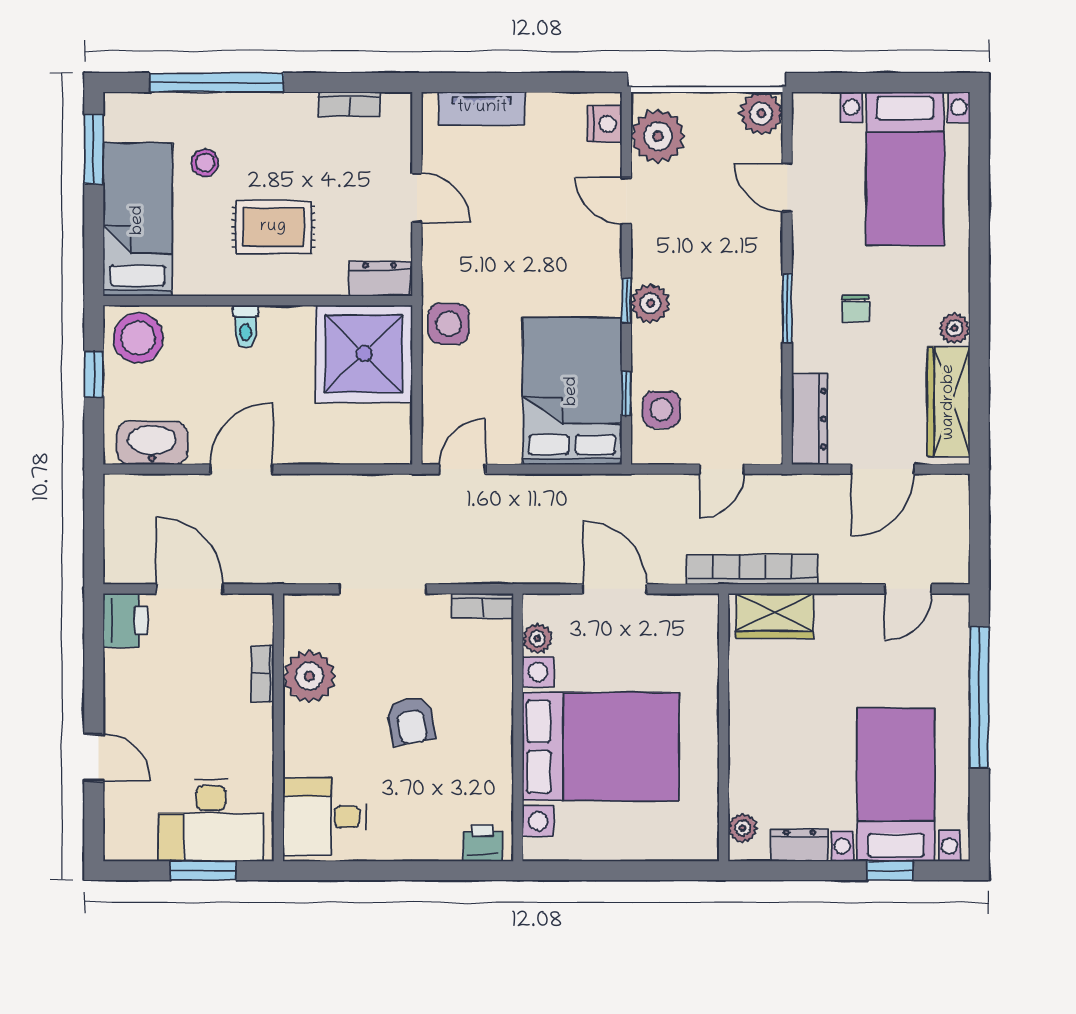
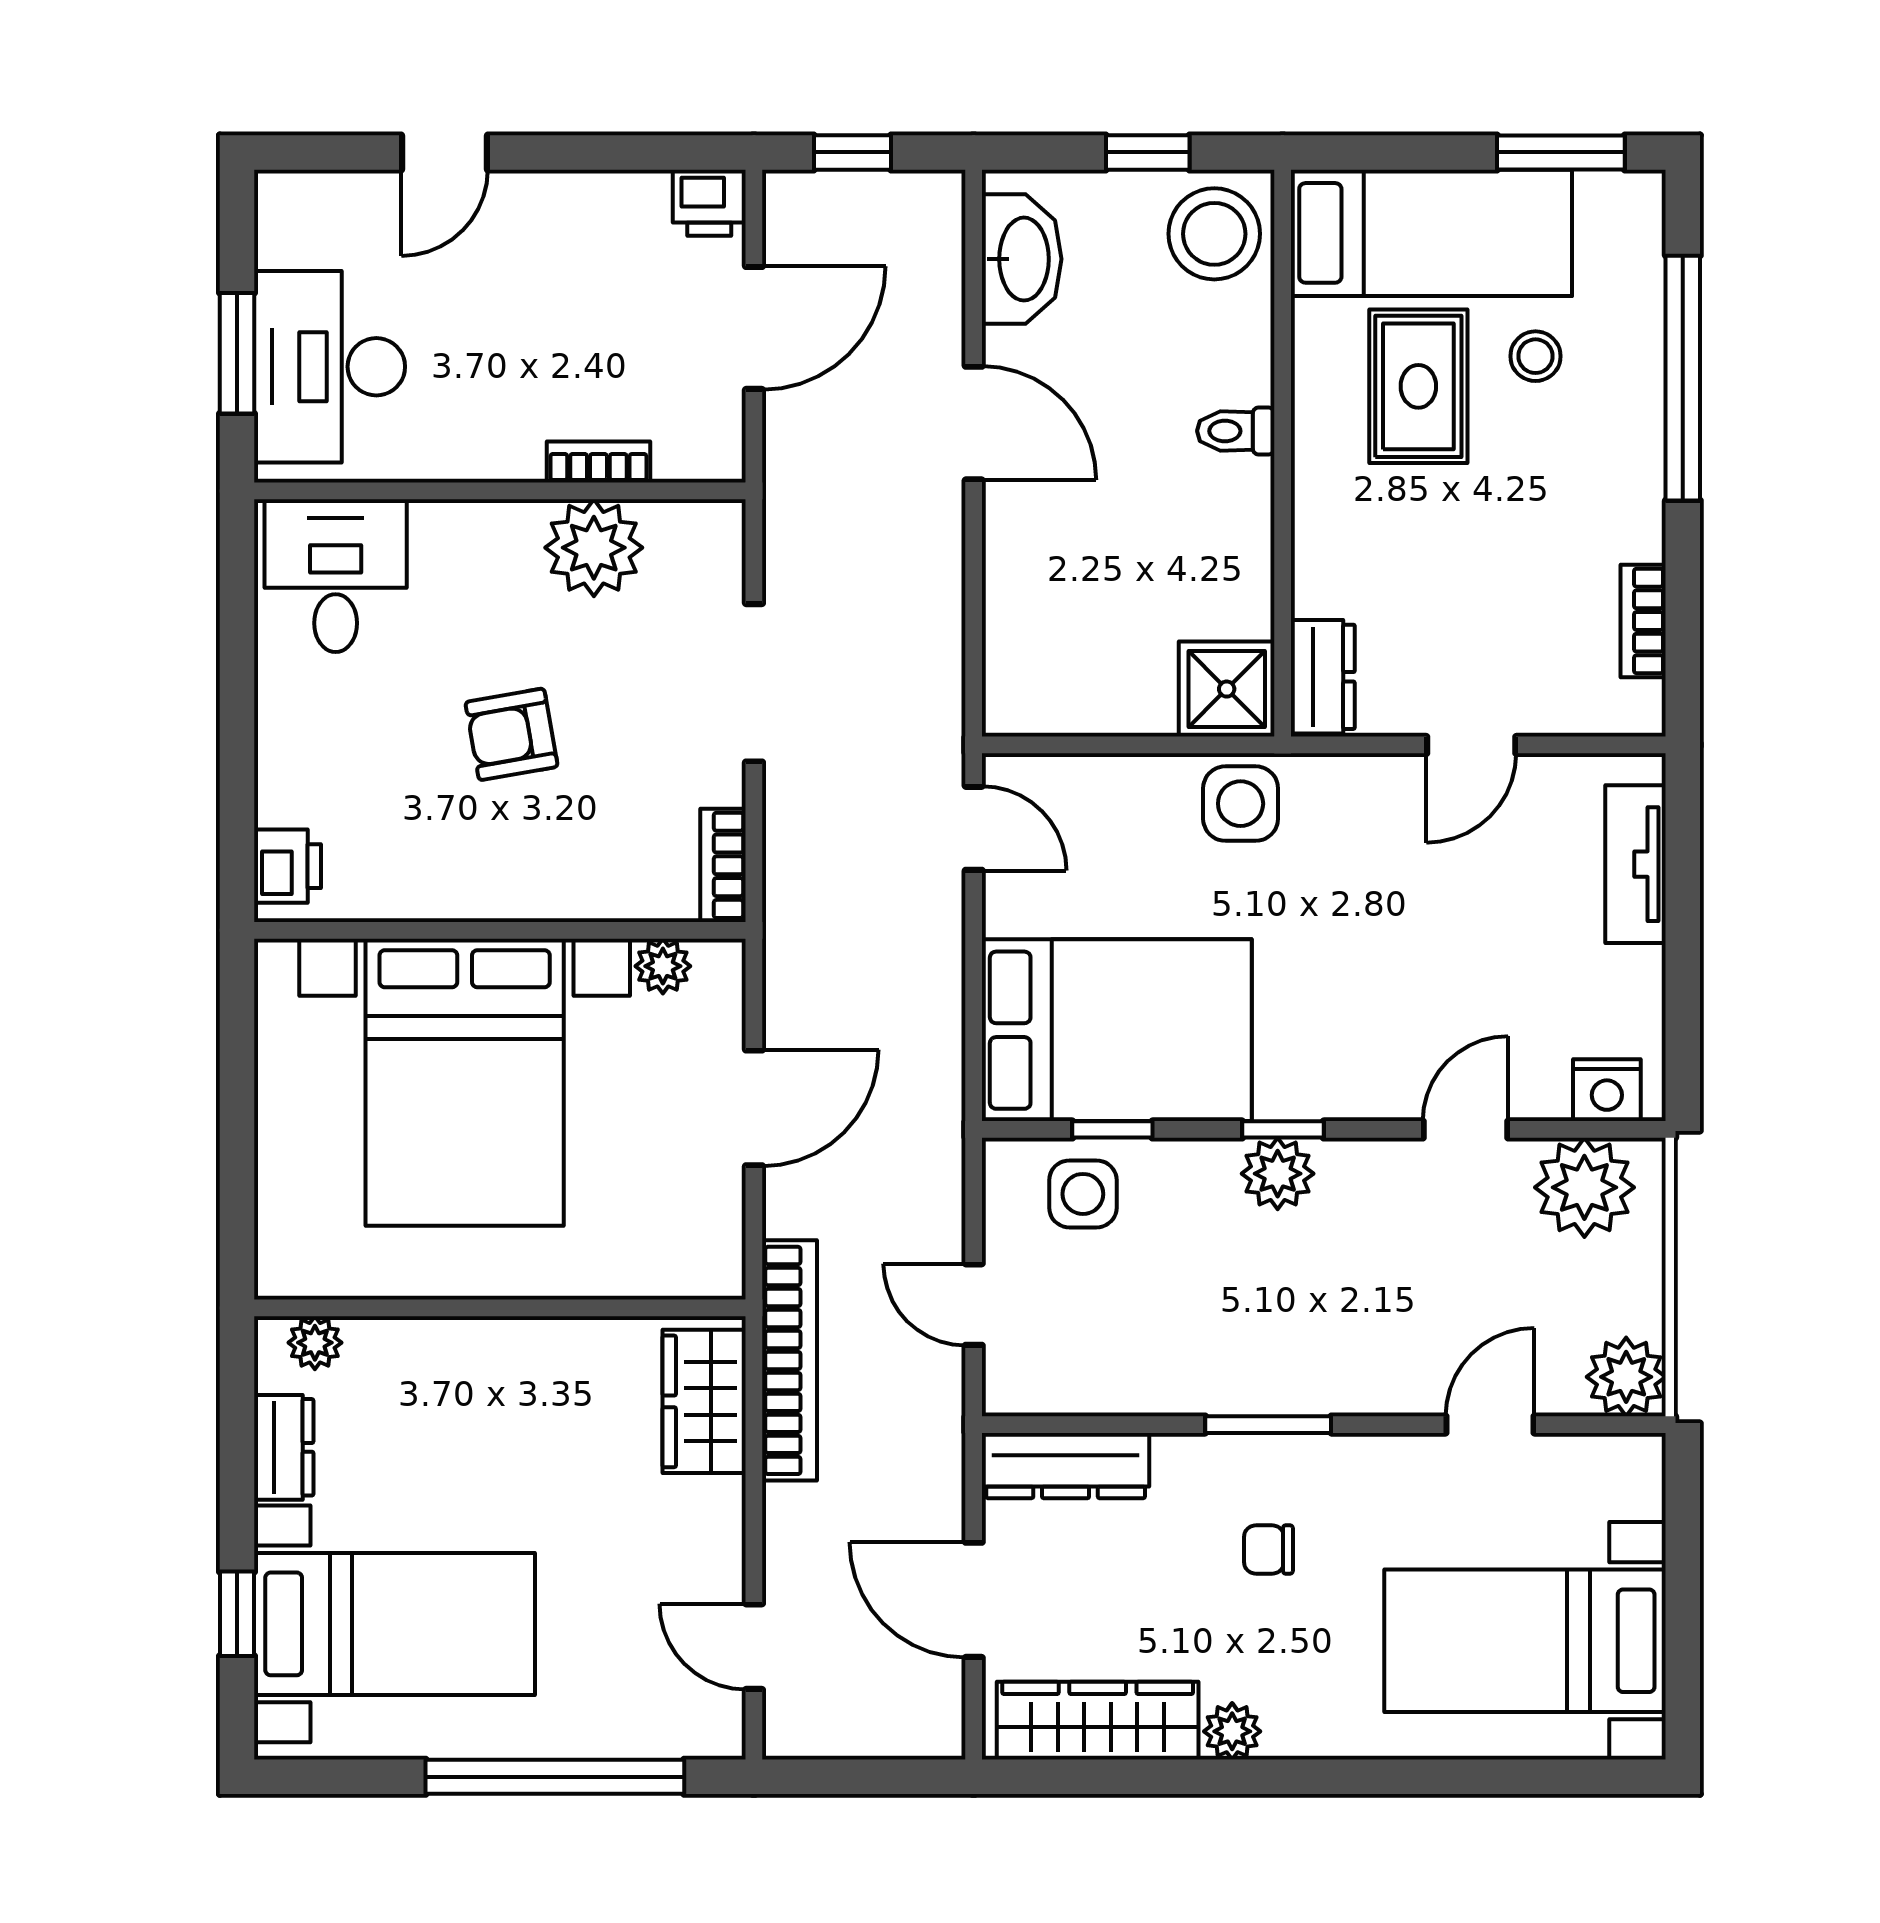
rug: (273, 227) -> (1418, 386), moved
shower: (364, 354) -> (1227, 689), width x0.54, depth x0.54
window: (94, 535) -> (852, 152), added
printer: (126, 620) -> (709, 203), width x0.73, depth x0.81

